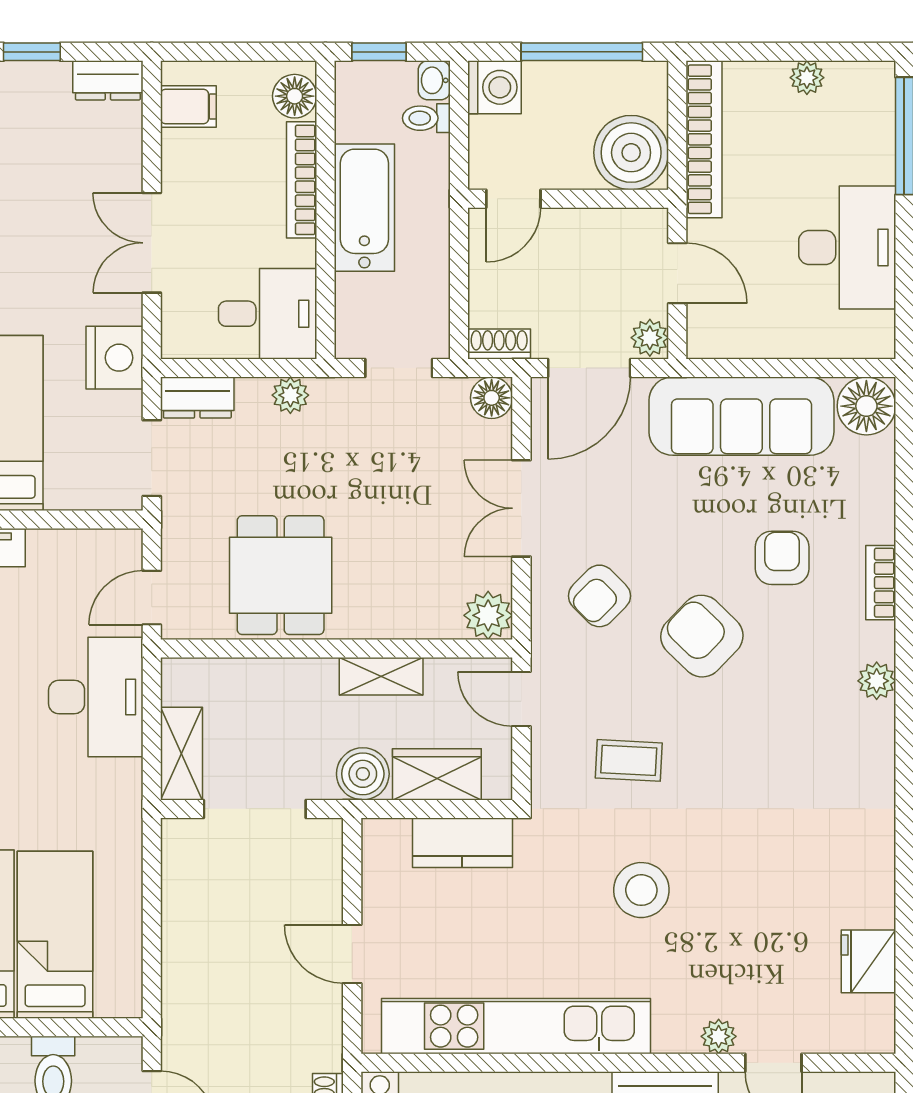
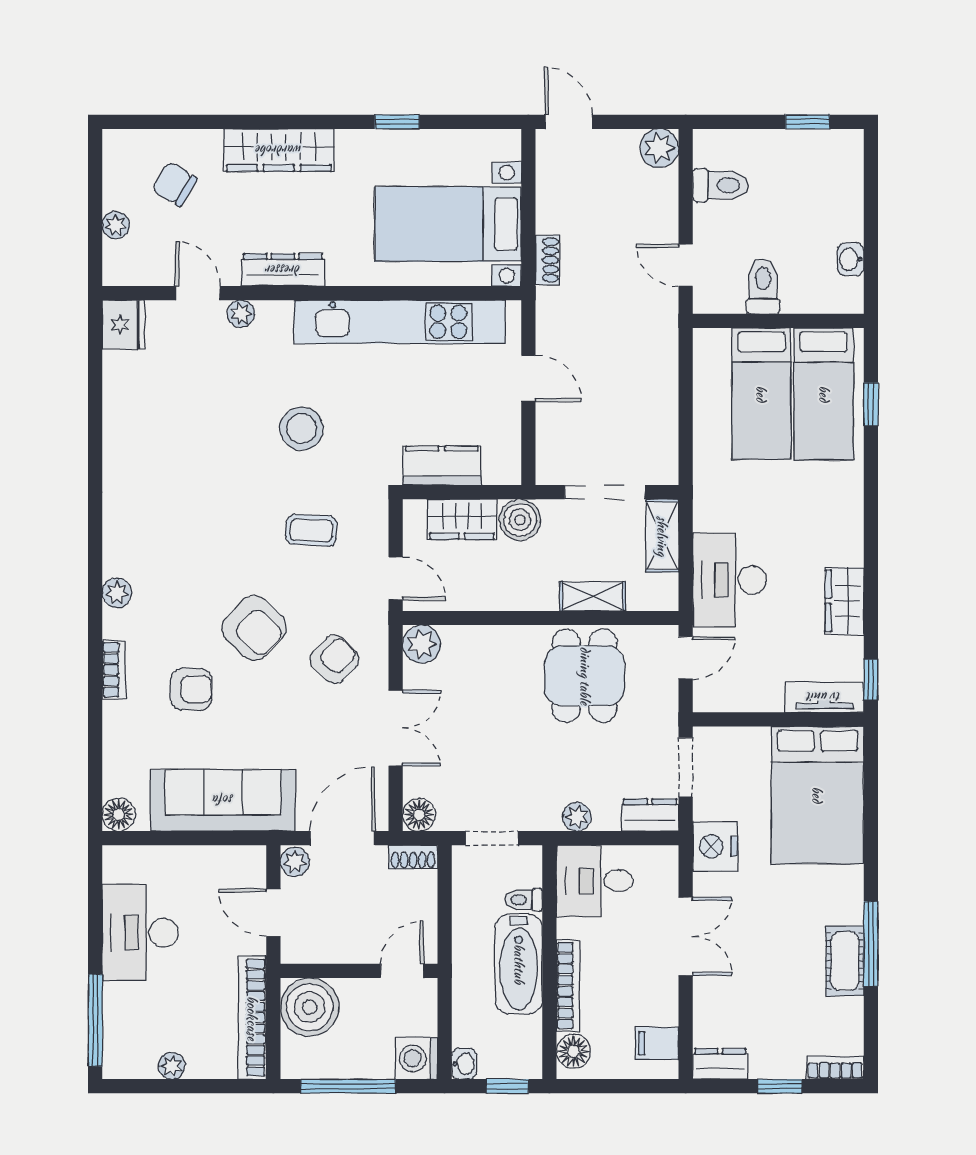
toilet: (426, 118) -> (524, 900), moved, turned 180
floor lamp: (866, 406) -> (119, 815), width x0.73, depth x0.73
armchair: (782, 558) -> (191, 689), turned -90
shelving: (381, 676) -> (593, 596), moved
fridge: (868, 961) -> (123, 325), moved

